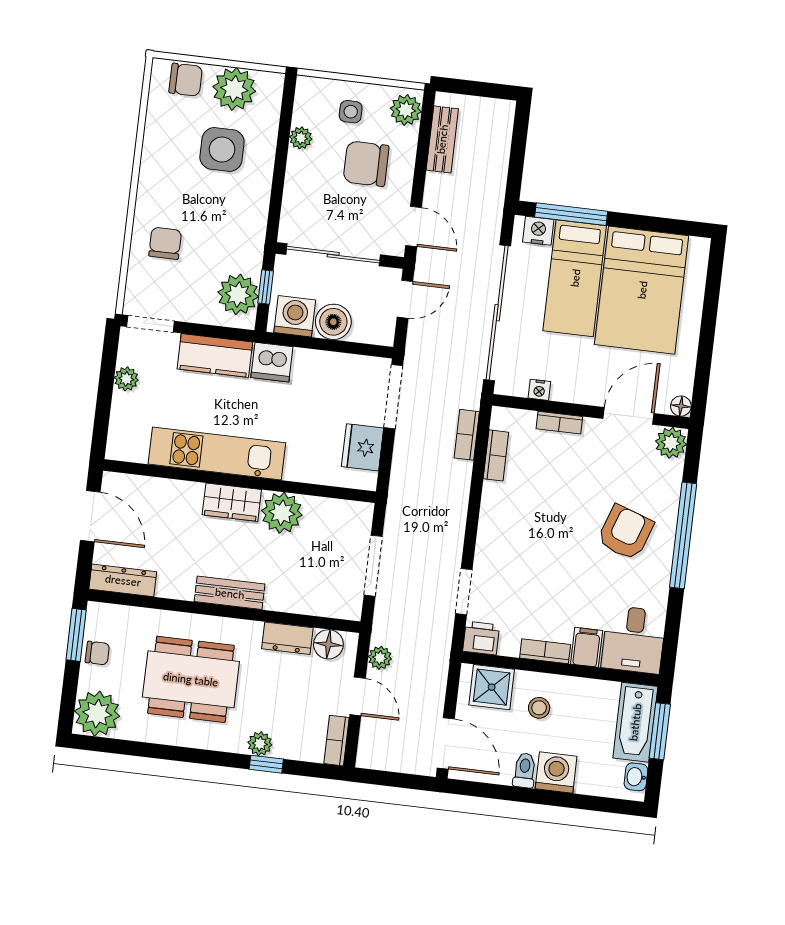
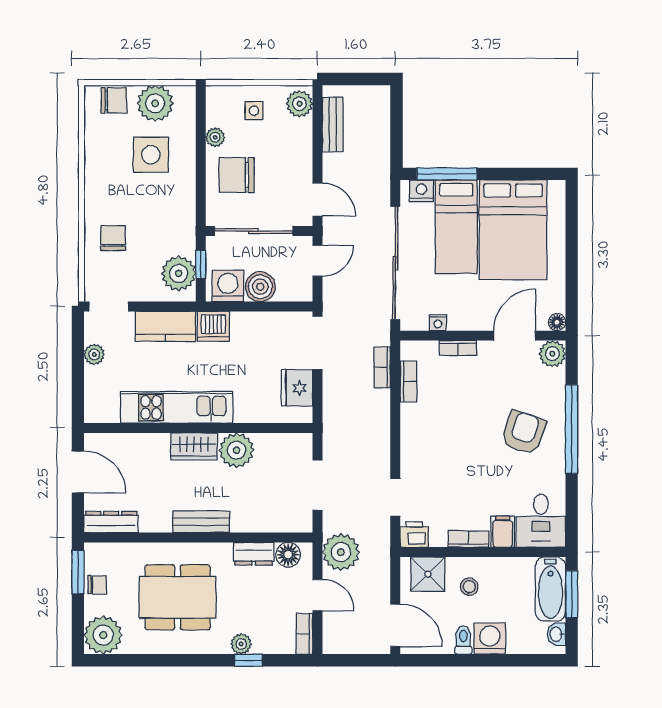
chair: (366, 164) -> (237, 175), moved
plant: (380, 658) -> (341, 552), width x1.88, depth x1.88

